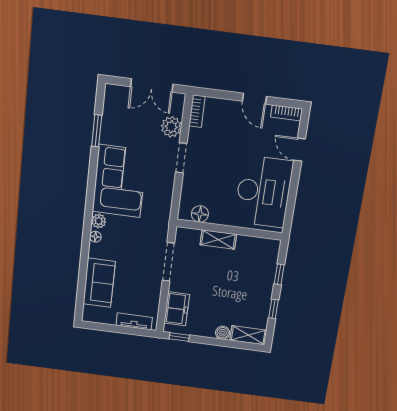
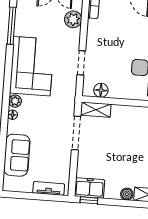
window: (97, 131) -> (11, 26), width x1.44
doorway: (181, 158) -> (81, 63), moved
shelving: (218, 240) -> (96, 110), moved
freezer: (177, 309) -> (90, 188), moved, turned -90

